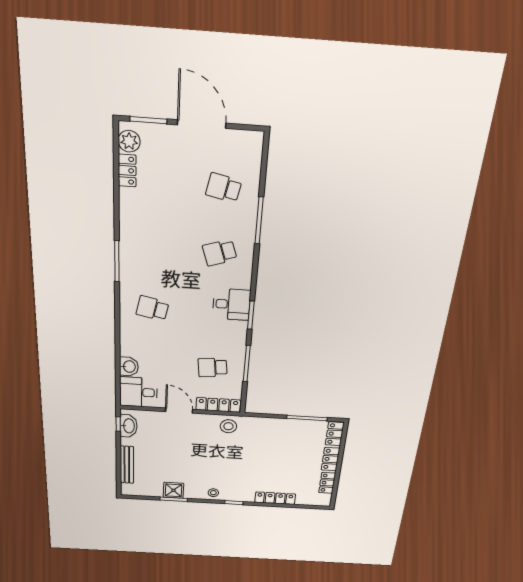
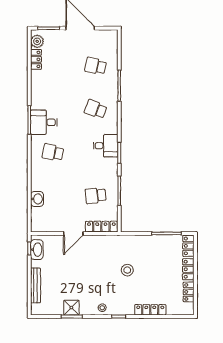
school desk: (220, 253) -> (96, 109), turned 39
desk: (138, 392) -> (44, 122), moved
door: (179, 411) -> (73, 233), swing flipped
stool: (228, 426) -> (127, 270), moved

